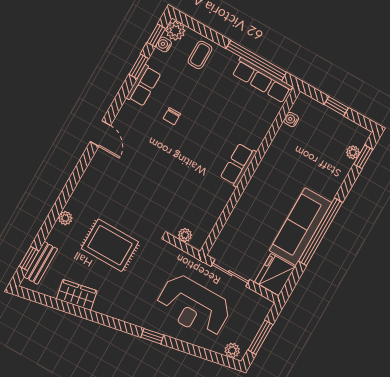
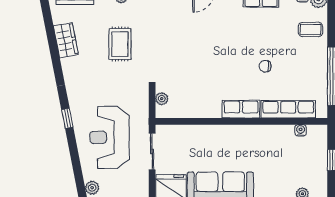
row of seats: (262, 80) -> (288, 109), moved, turned 90
chair: (172, 116) -> (265, 66), moved
rug: (110, 245) -> (120, 44), width x0.73, depth x0.70

